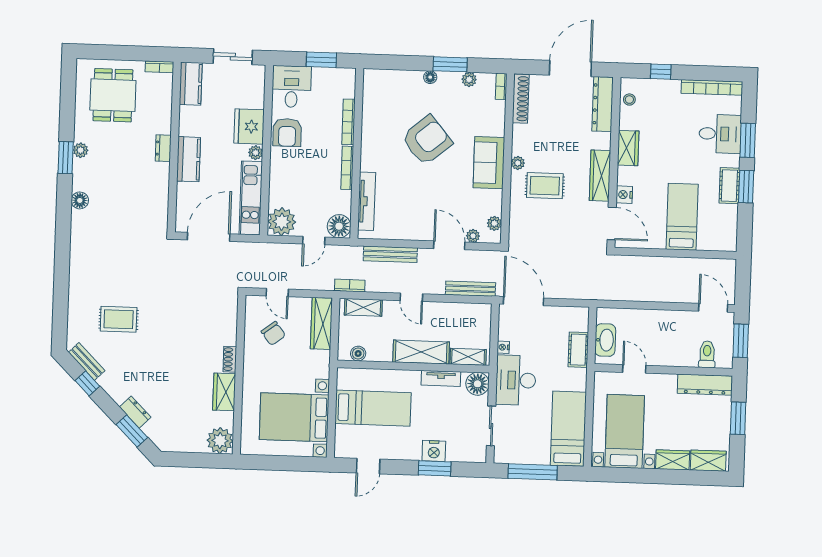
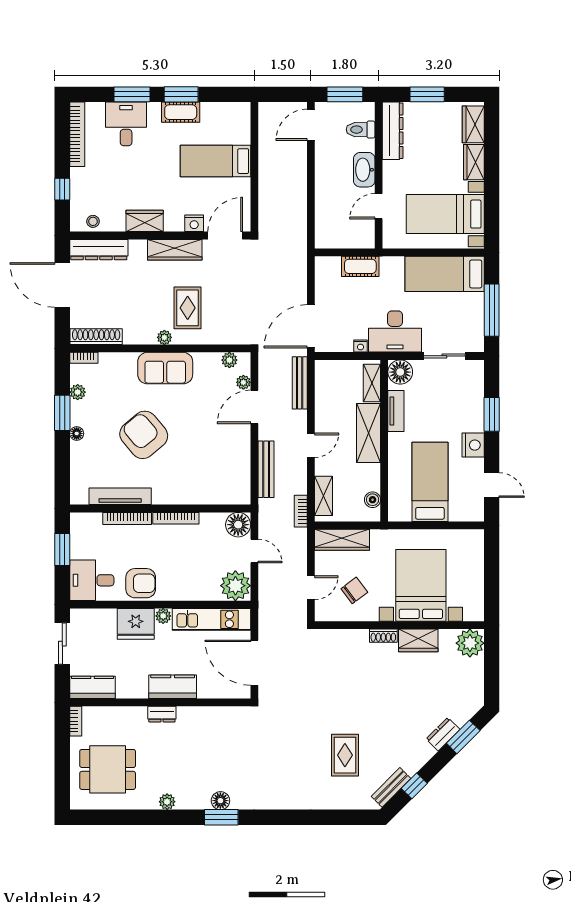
window: (66, 158) -> (221, 817), moved
tv unit: (367, 201) -> (120, 496), moved
washbasin: (605, 340) -> (364, 170), moved, turned -90
bed with nightstands: (294, 417) -> (421, 585), moved, turned 180
nightstand: (434, 451) -> (473, 445), moved

